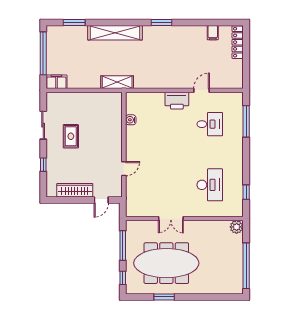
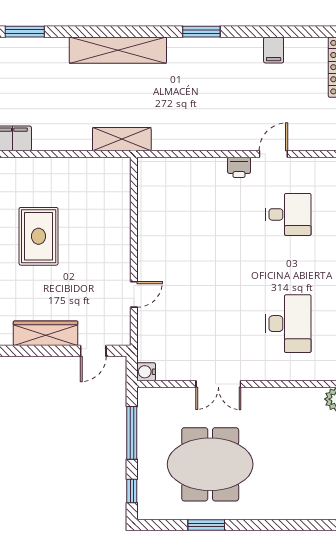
window: (74, 22) -> (25, 32), moved
filing cabinet: (213, 33) -> (274, 50), moved
printer: (177, 101) -> (239, 167), width x0.53, depth x0.68
water cooler: (131, 120) -> (146, 372), moved
rug: (71, 136) -> (39, 236), width x1.36, depth x1.43
meeting table: (166, 263) -> (210, 464), width x0.73

